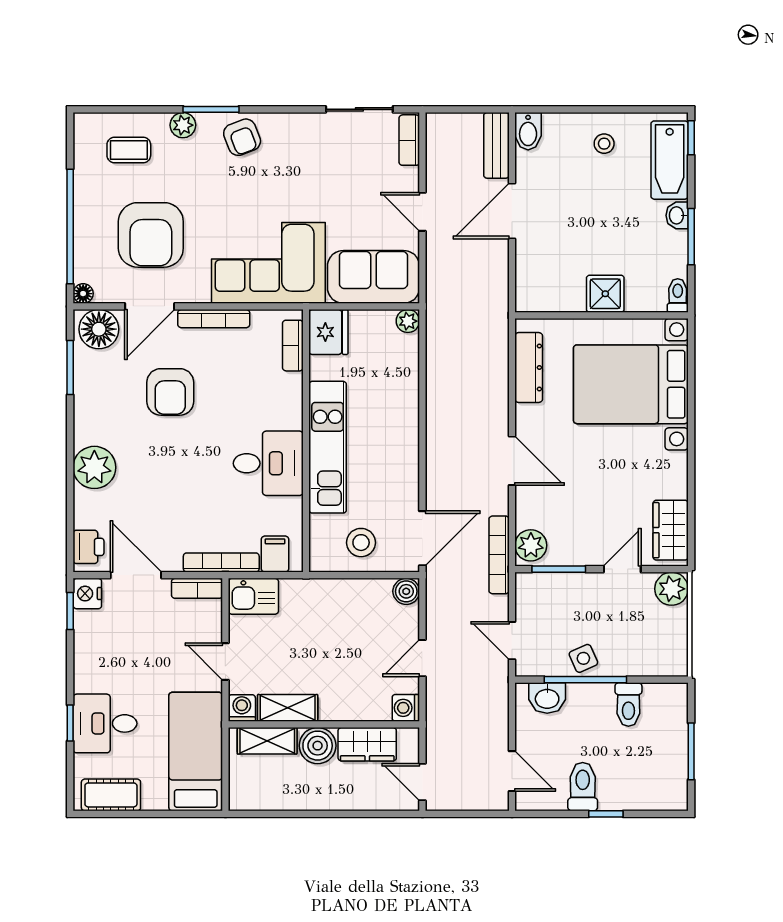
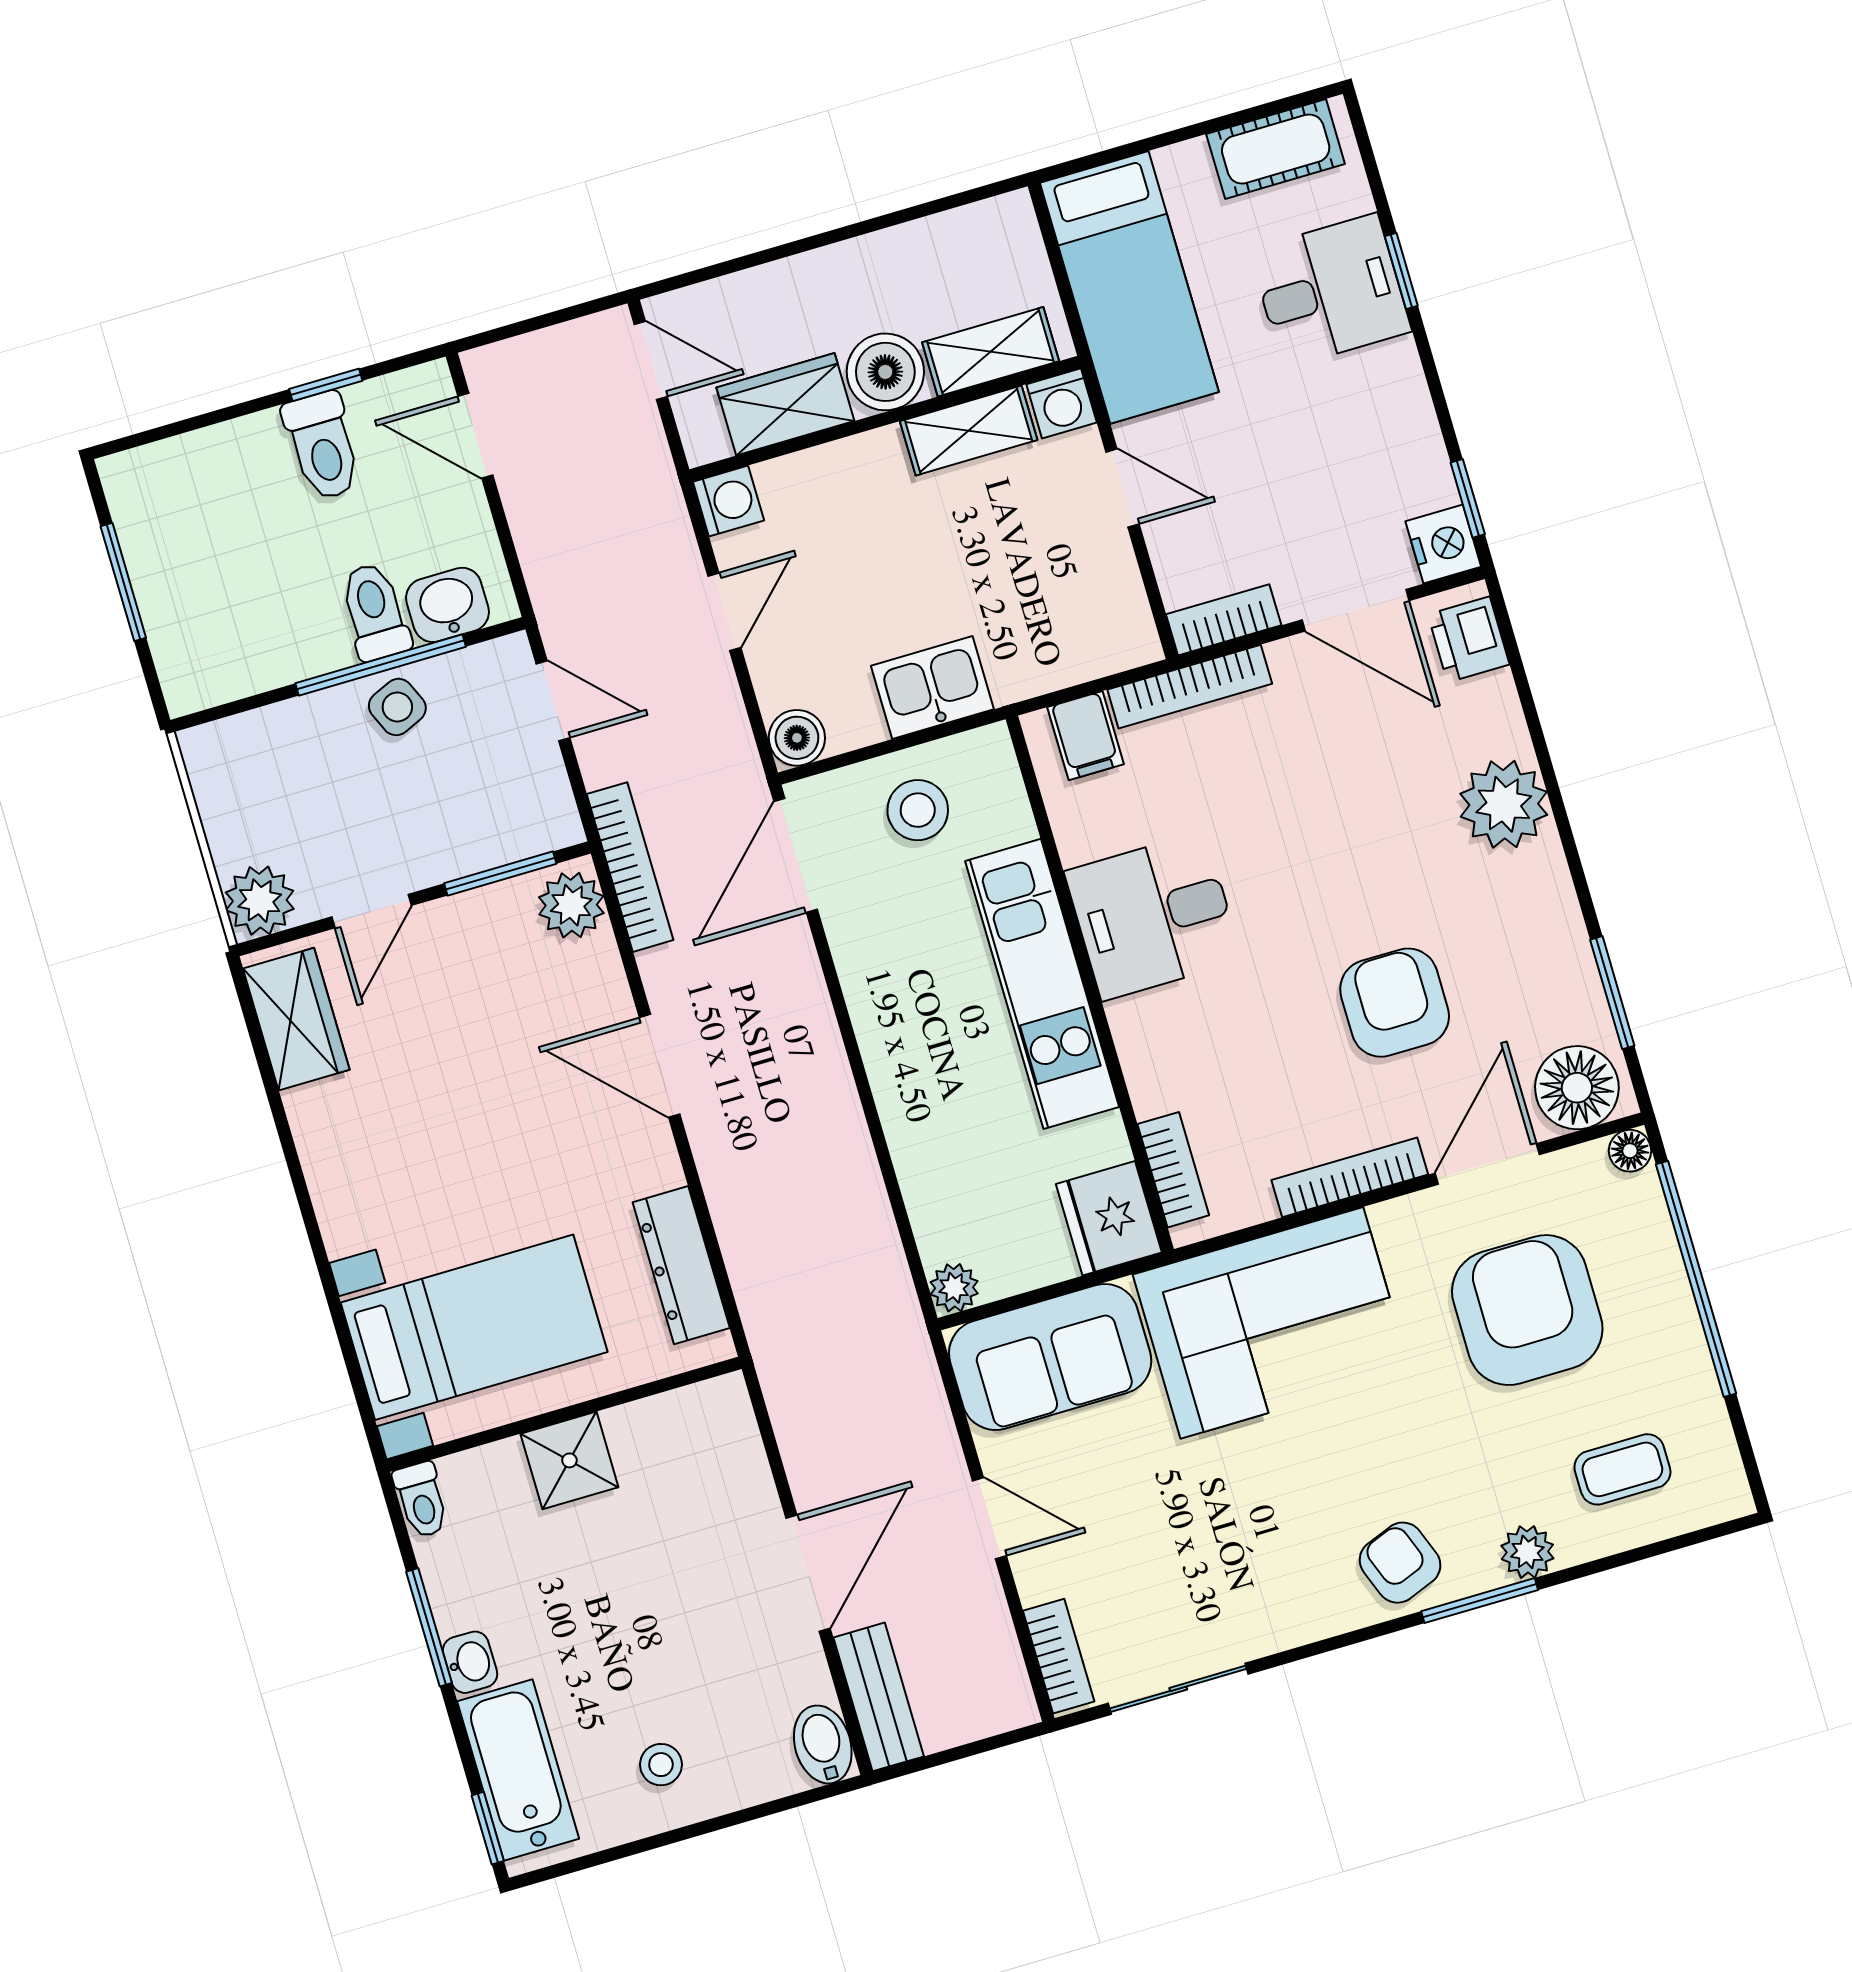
bed with nightstands: (631, 384) -> (474, 1327), width x0.73
kitchen sink: (253, 596) -> (932, 687), moved
toilet: (628, 705) -> (375, 612), moved
window: (606, 814) -> (326, 385), moved

